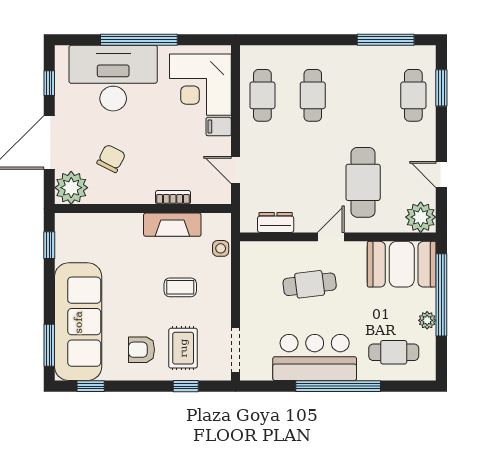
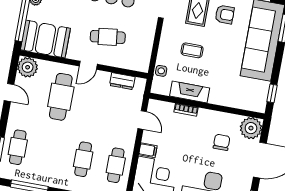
chair: (111, 158) -> (222, 142), turned 153

